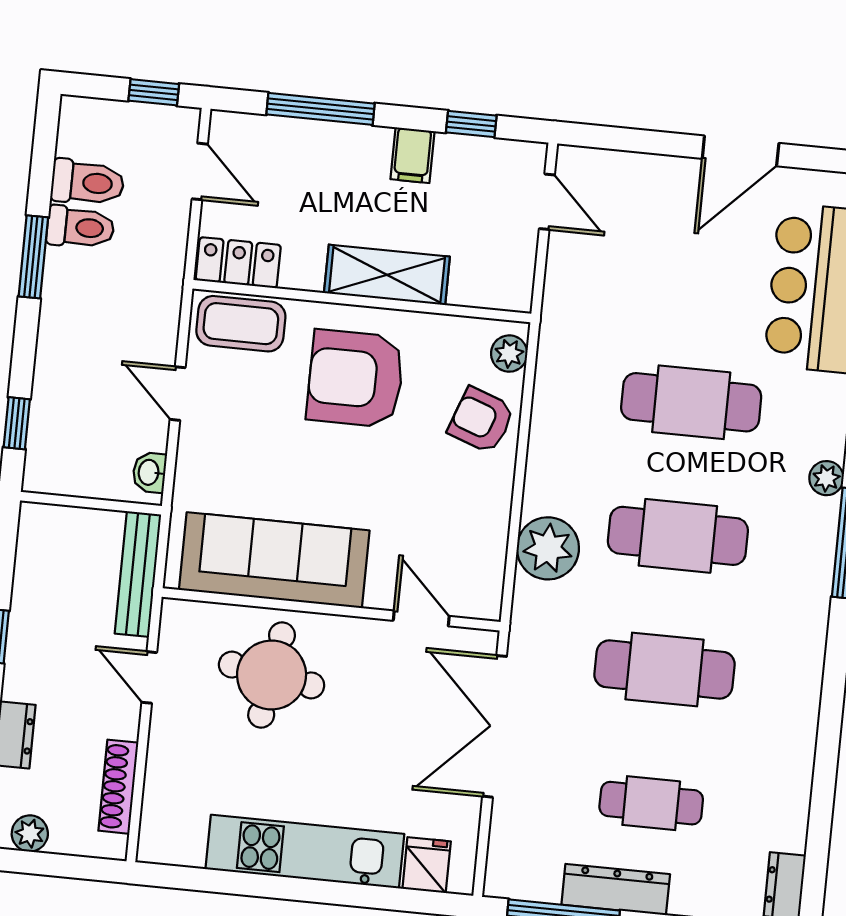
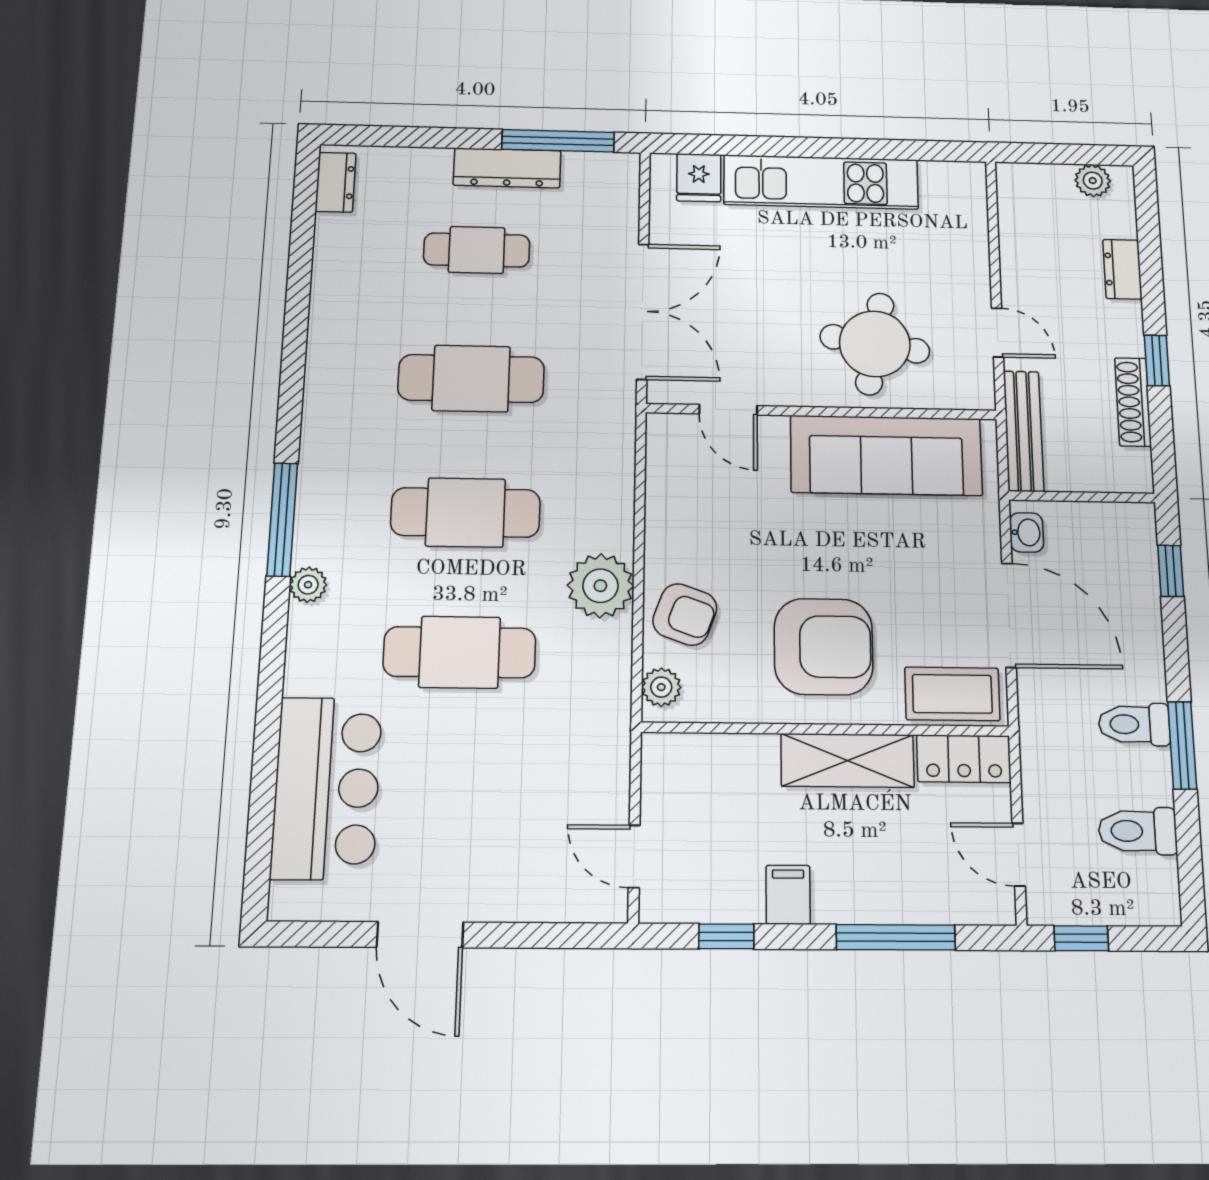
door: (741, 151) -> (420, 935), swing flipped
toilet: (80, 227) -> (1134, 724), moved
shelving: (387, 275) -> (848, 760), moved
door: (178, 394) -> (1009, 615), width x1.88
plant: (548, 548) -> (600, 586), moved
shoe rack: (118, 787) -> (1133, 402), moved, turned 180

